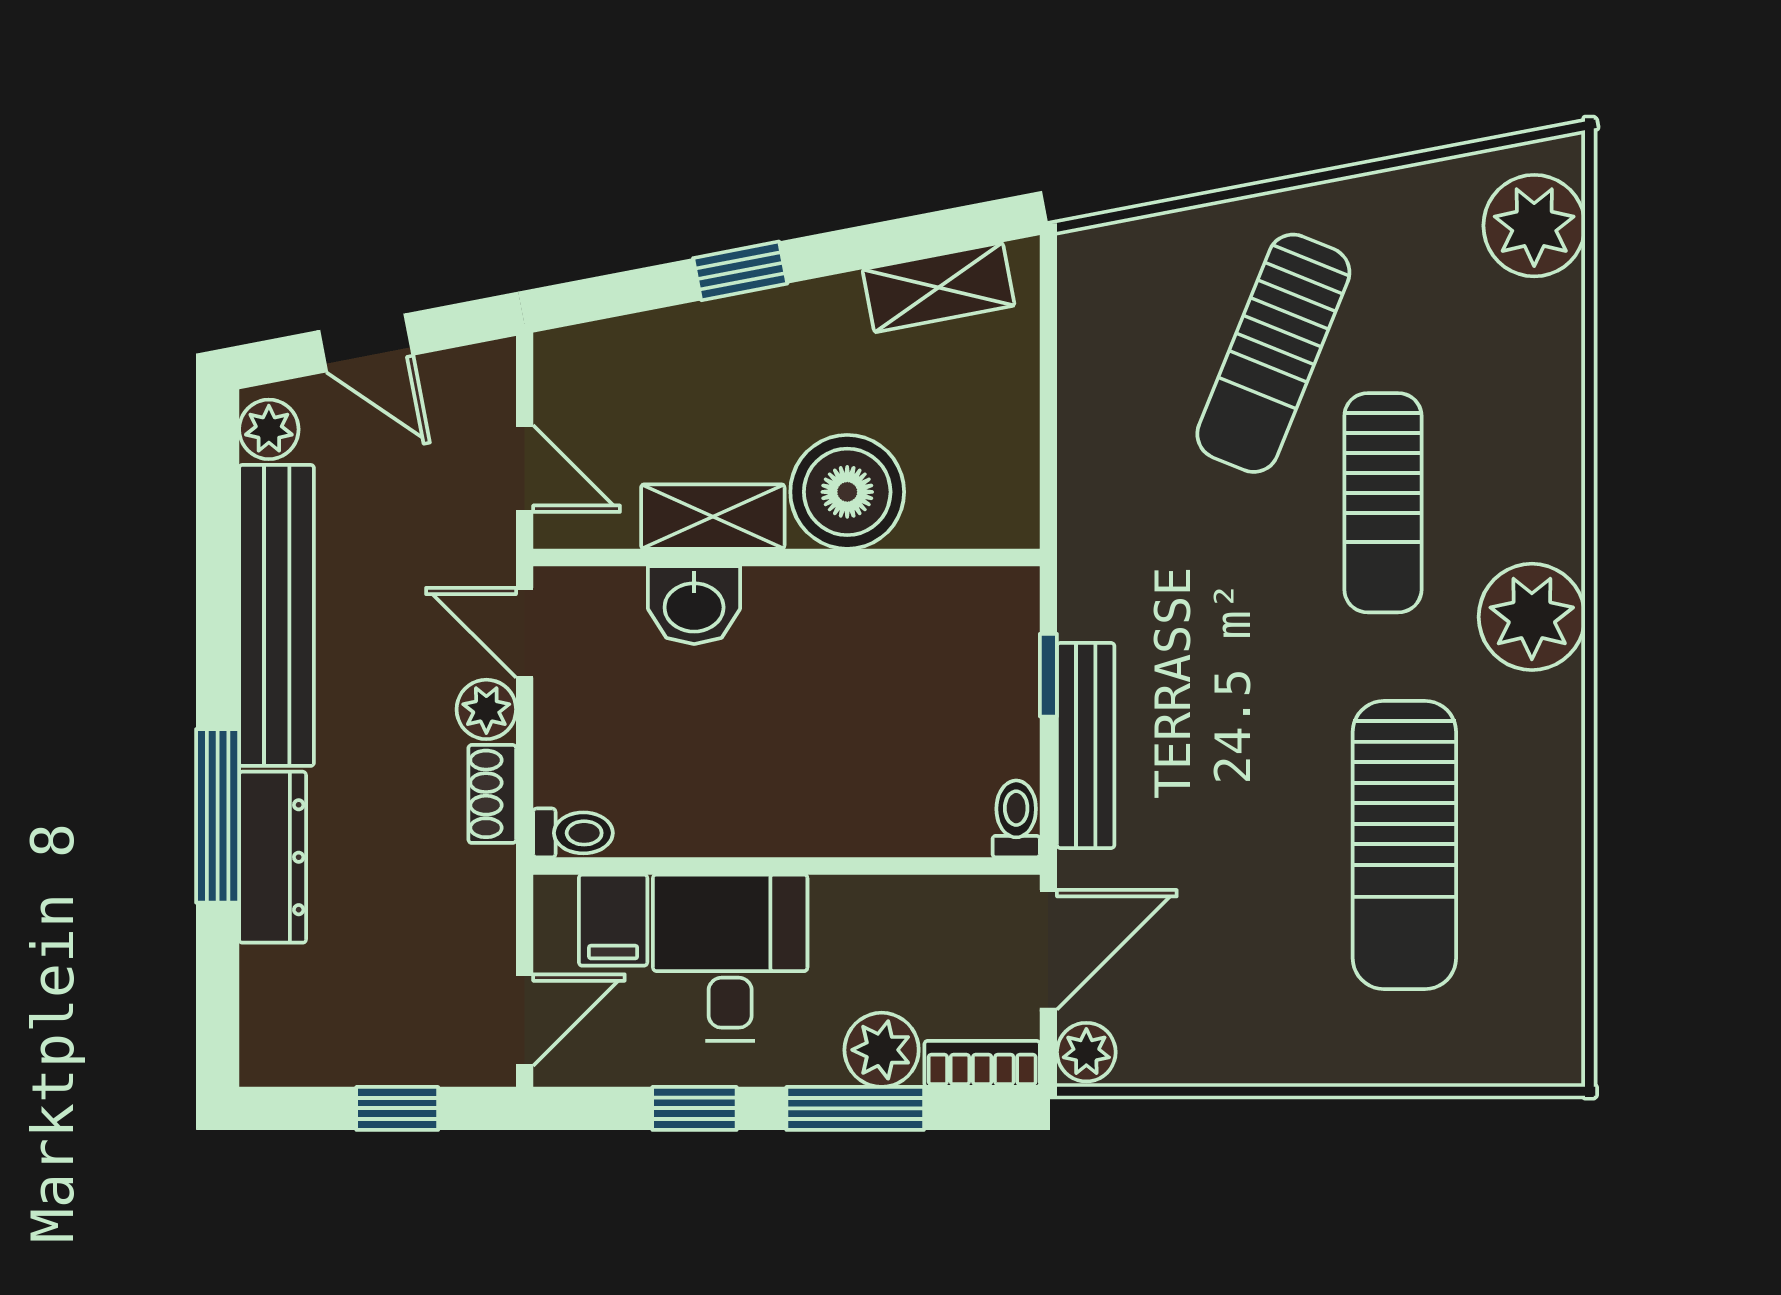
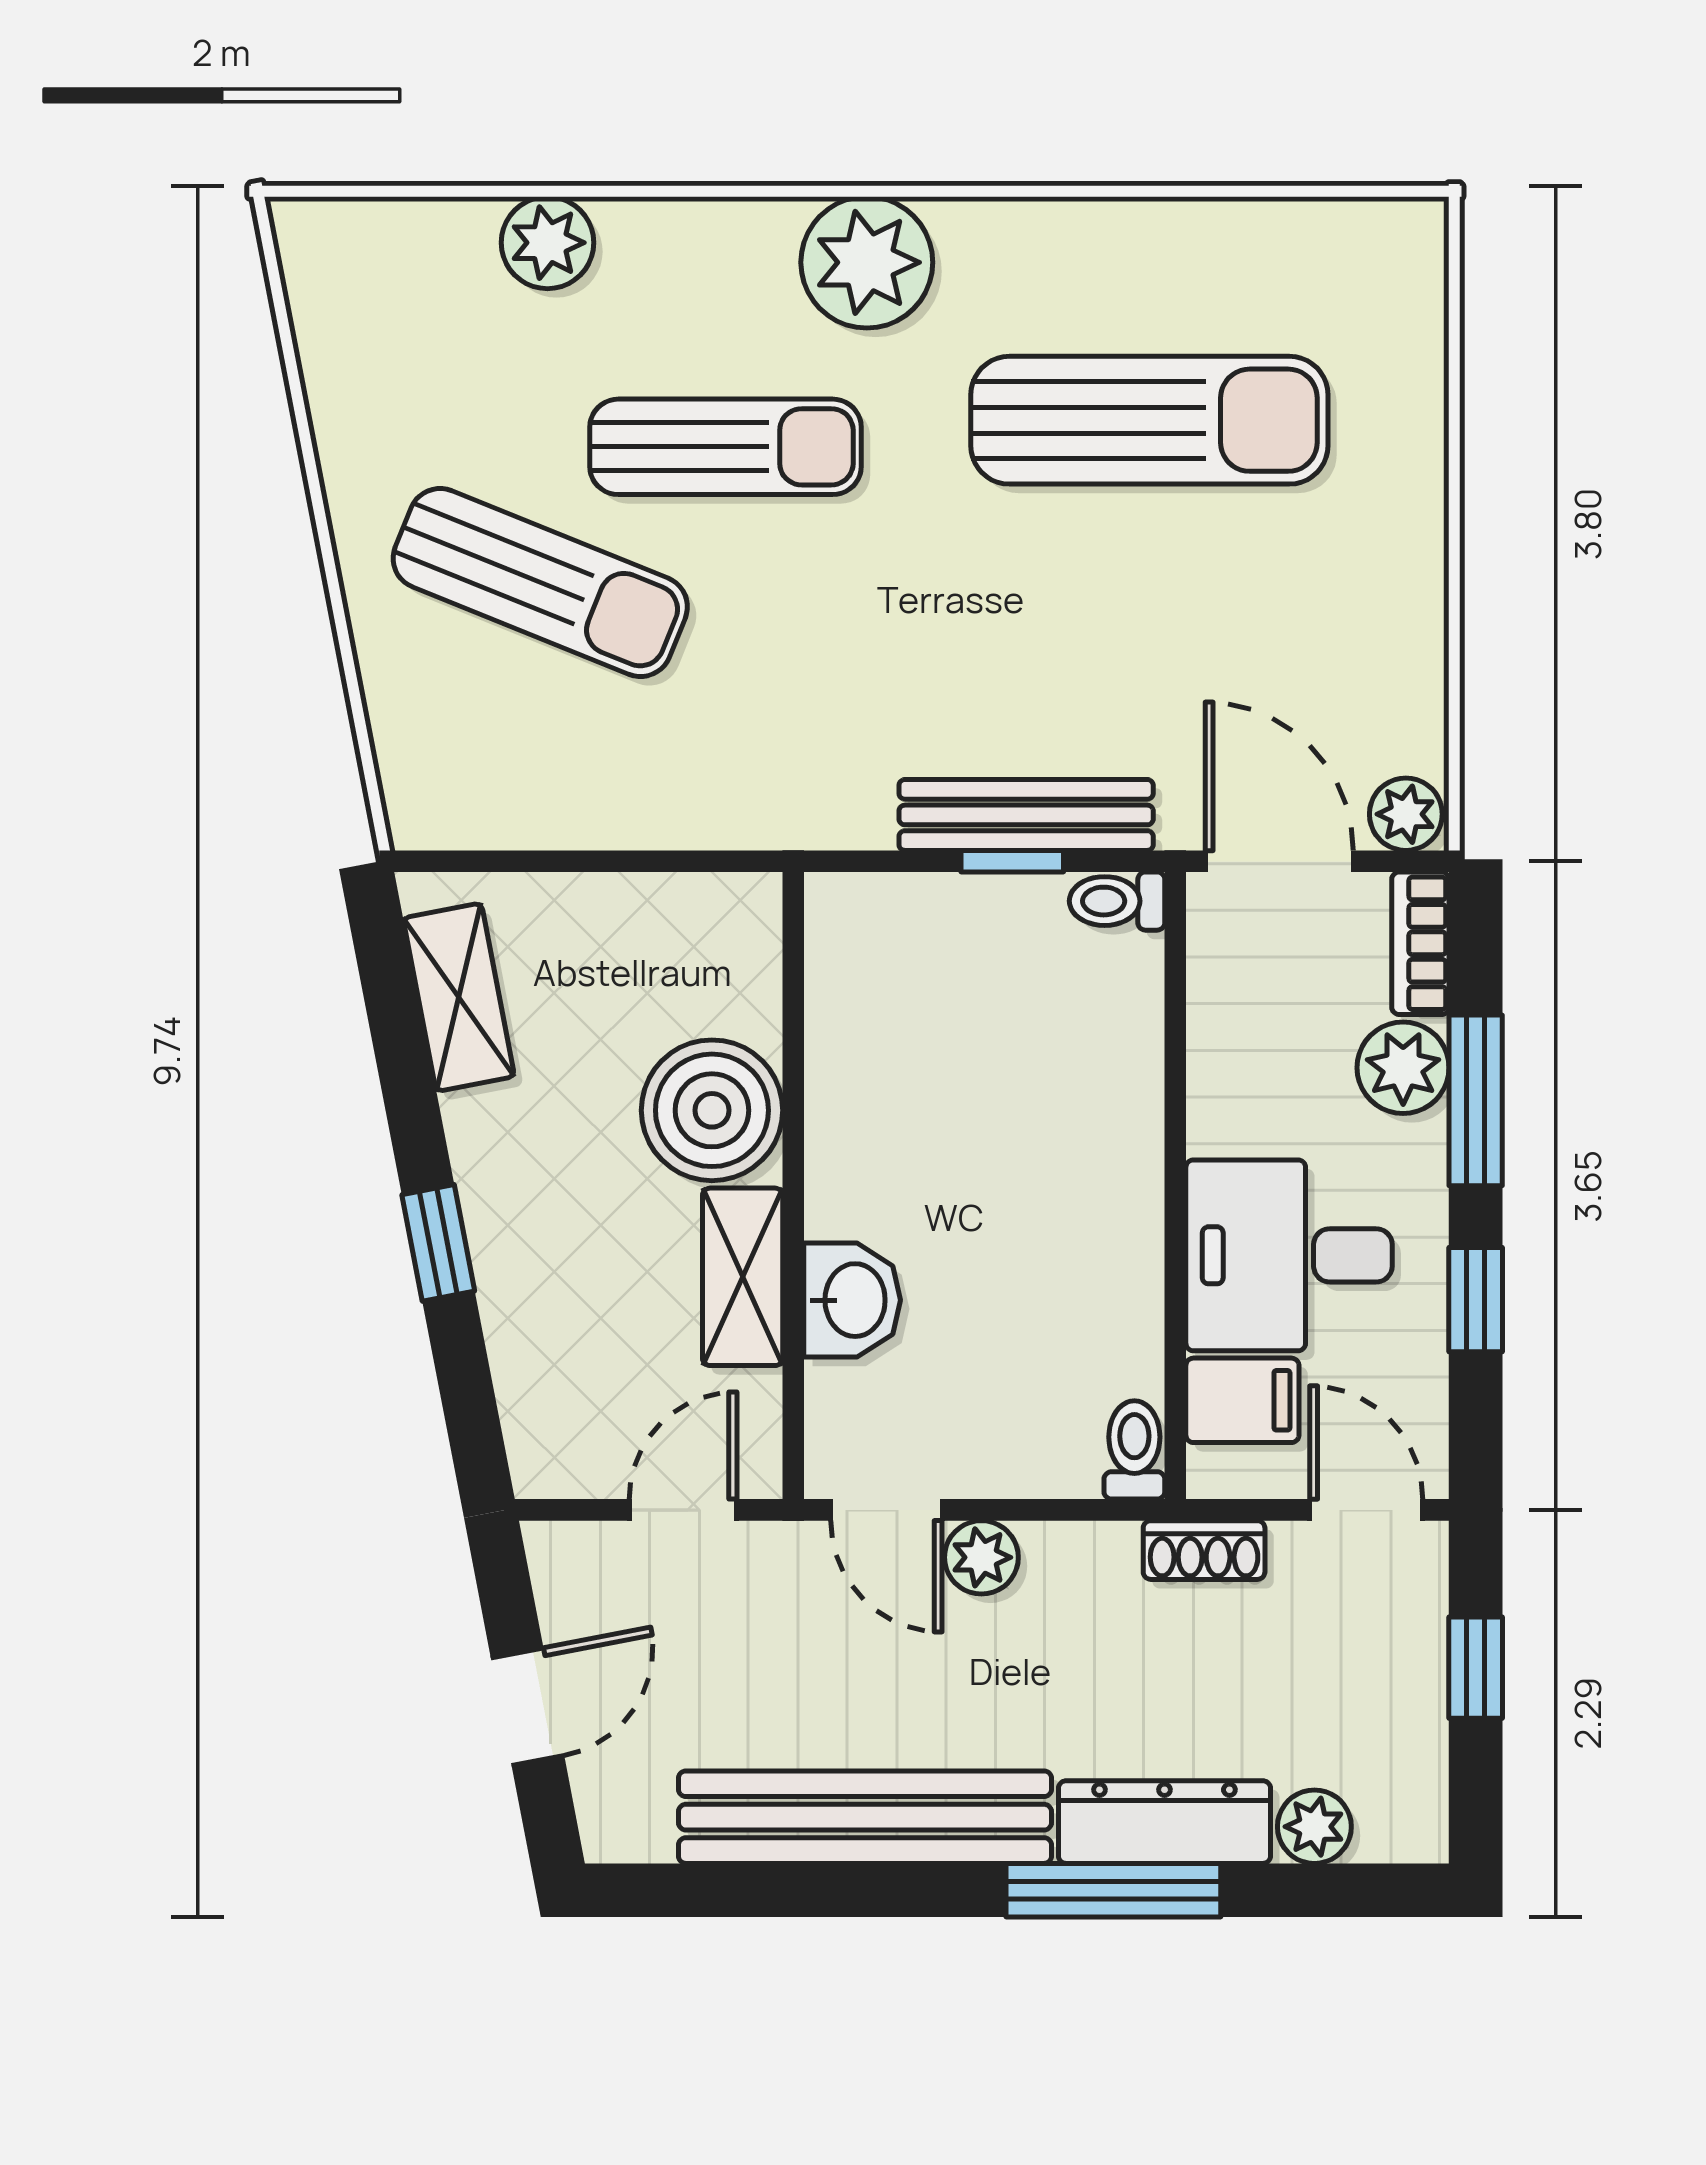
plant: (1534, 226) -> (548, 243), moved, width x0.73, depth x0.73
plant: (269, 429) -> (1314, 1827), moved
door: (525, 633) -> (886, 1510), hinge flipped
window: (1048, 675) -> (1012, 861), moved
shoe rack: (492, 794) -> (1204, 1550), moved

